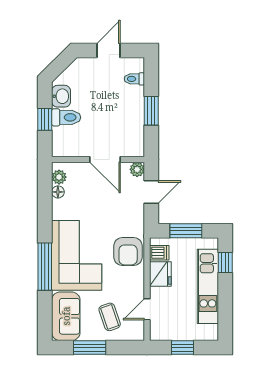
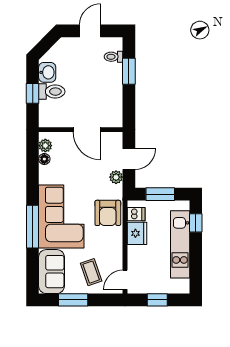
window: (151, 111) -> (129, 71), moved
plant: (137, 169) -> (116, 177), moved
door: (147, 309) -> (125, 280), moved

